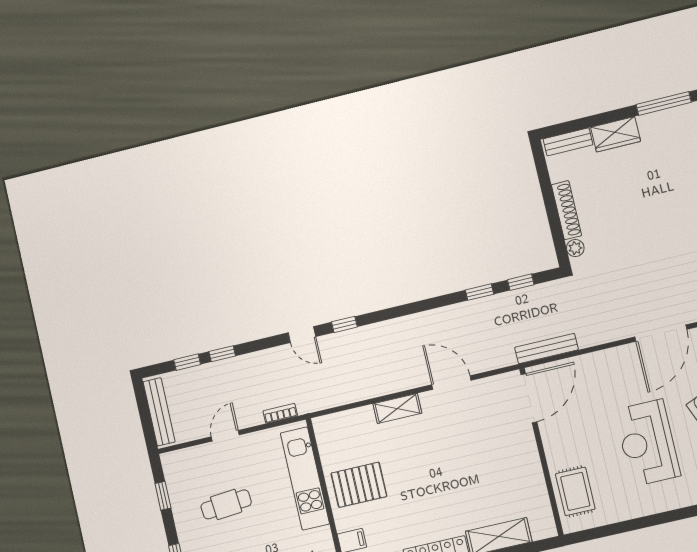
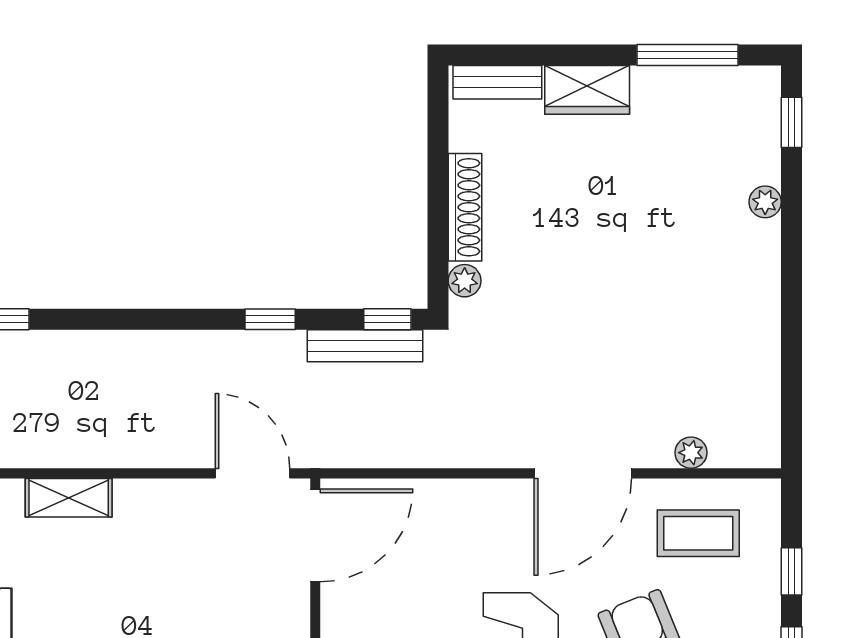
window: (521, 282) -> (387, 319), moved
bench: (546, 349) -> (365, 346), moved
door: (451, 382) -> (253, 473), moved

